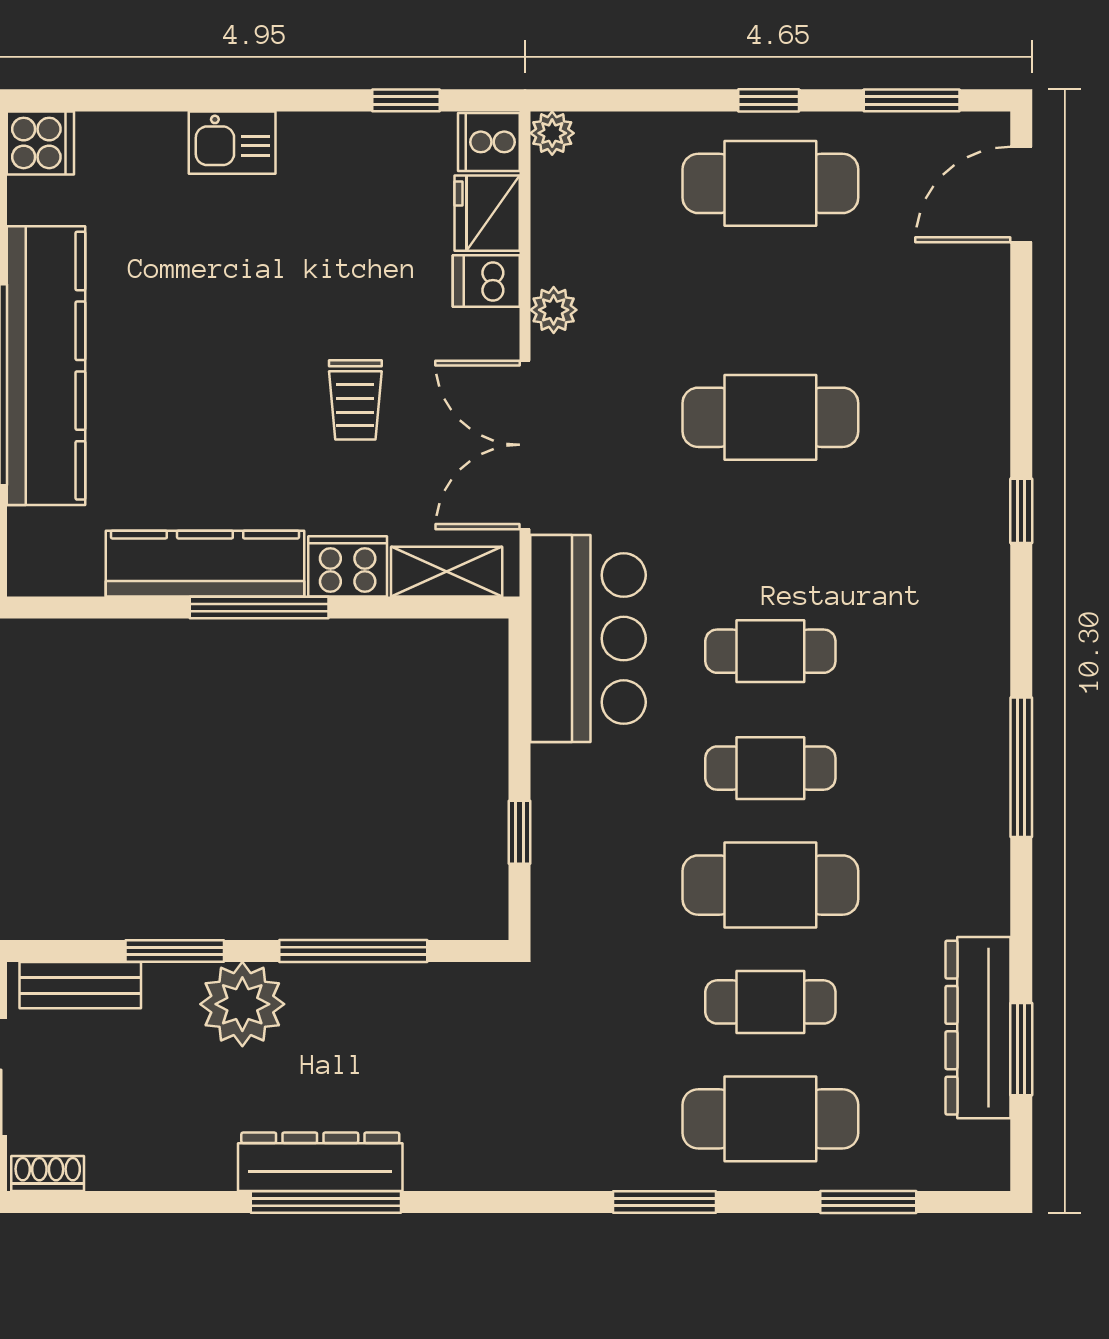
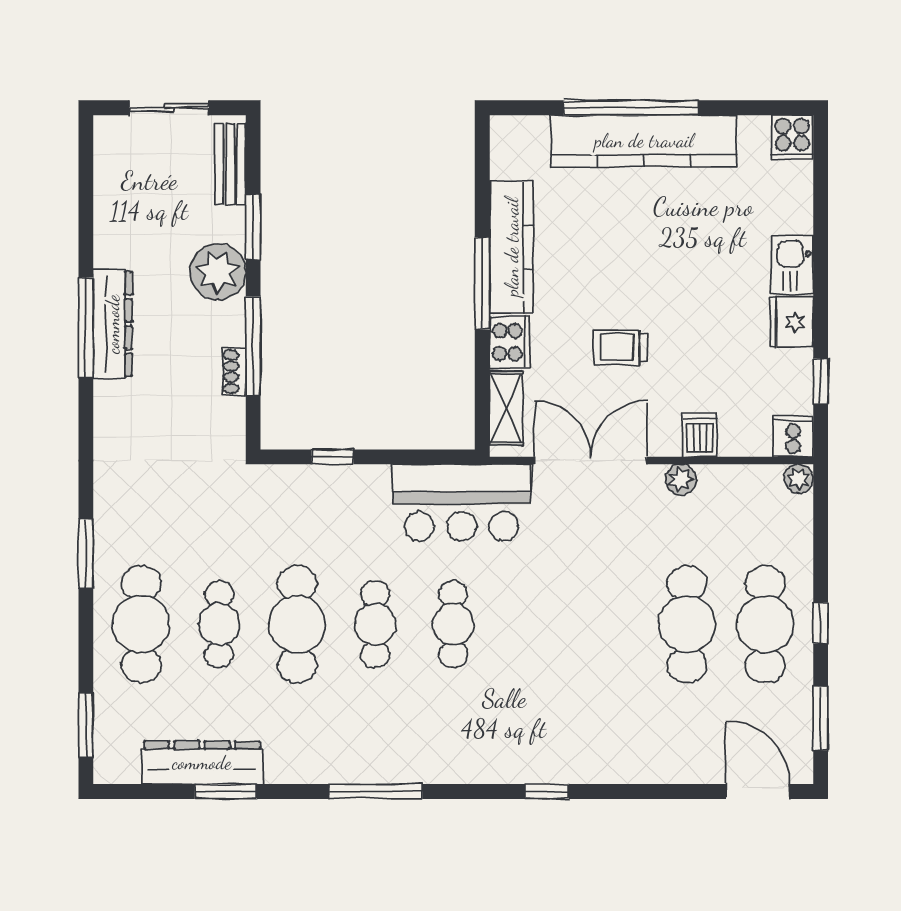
fridge: (487, 213) -> (792, 322), moved, turned -90
cafe table: (770, 417) -> (687, 624), moved
window: (1021, 1049) -> (226, 792), moved
shoe rack: (48, 1173) -> (234, 372), moved, turned 180
window: (868, 1202) -> (86, 725), moved

